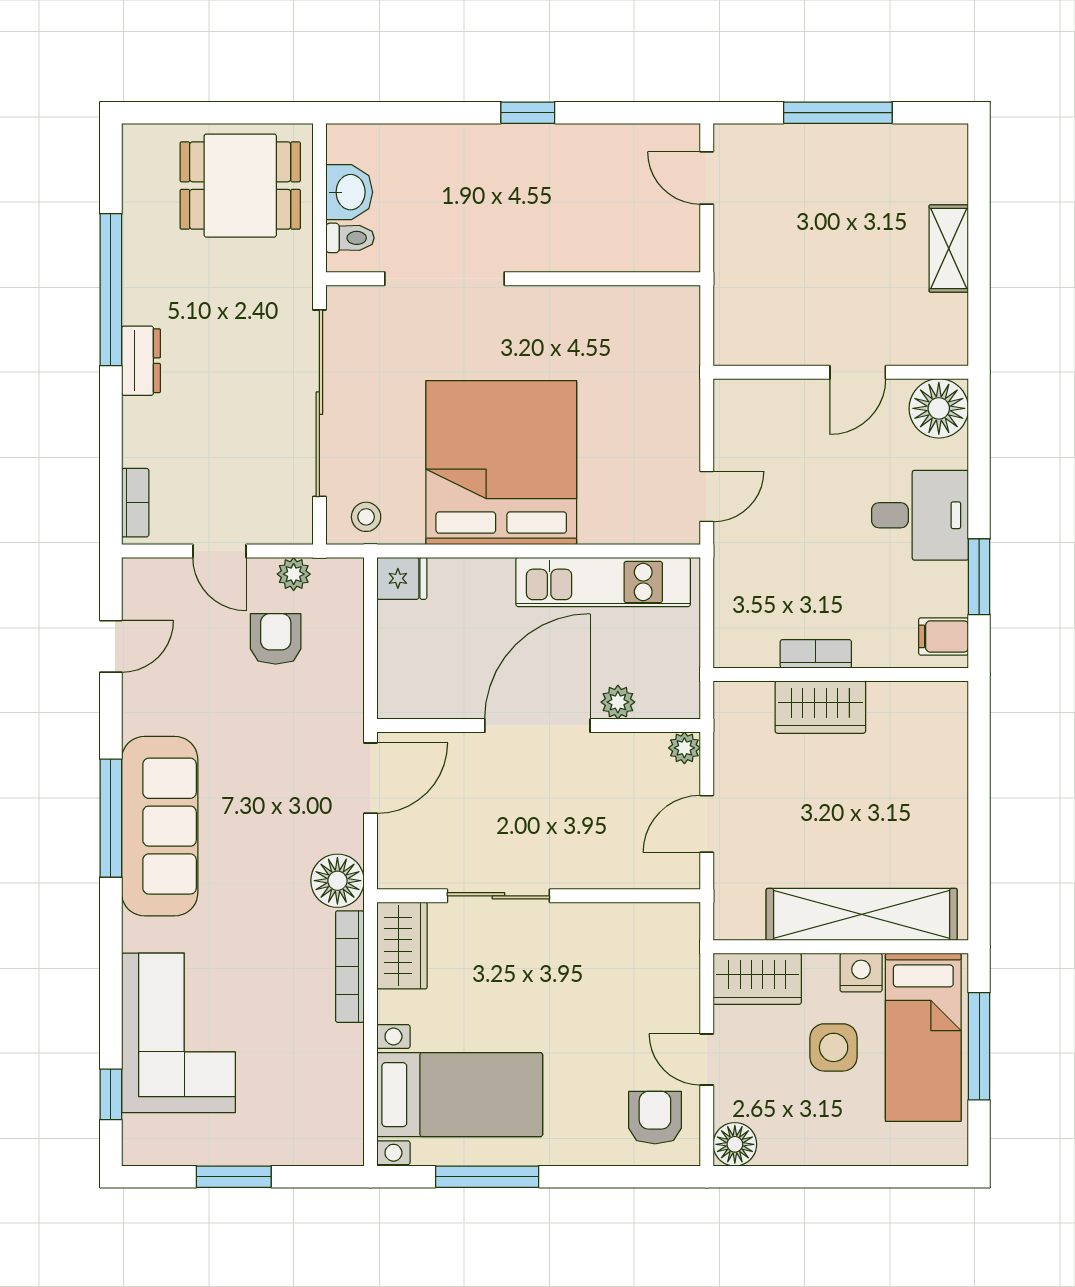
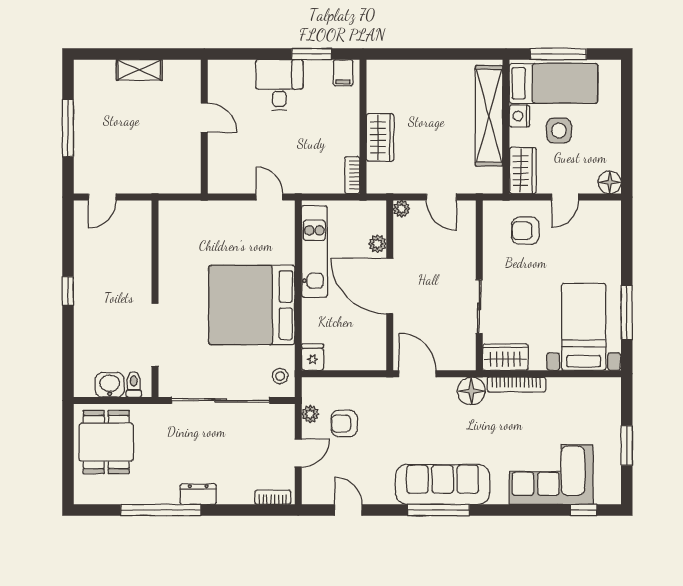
floor lamp: (939, 408) -> (223, 75), removed
bookcase: (816, 654) -> (352, 175), moved
armchair: (655, 1118) -> (525, 231), moved

